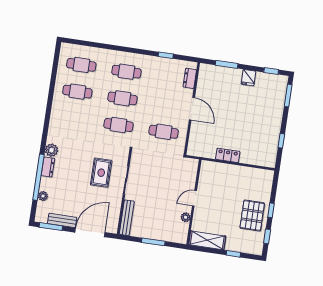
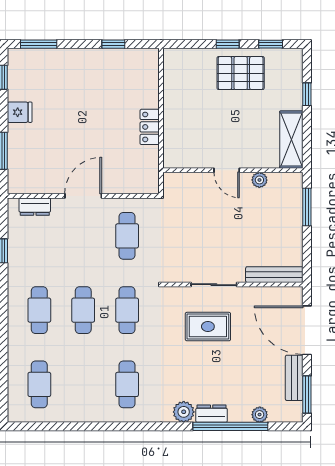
cafe table: (77, 92) -> (127, 384), moved
window: (153, 242) -> (307, 207), moved

